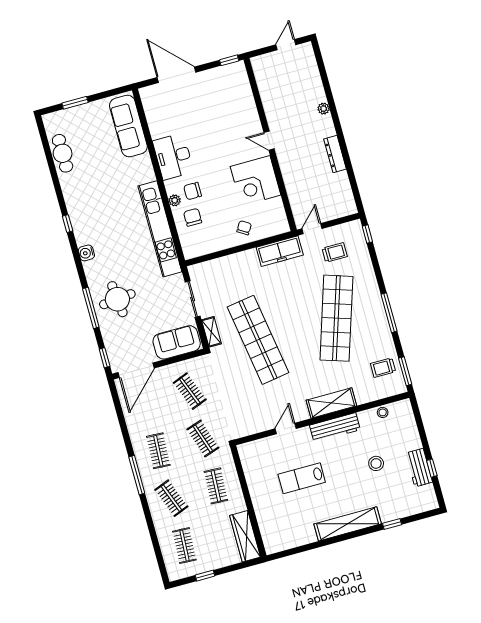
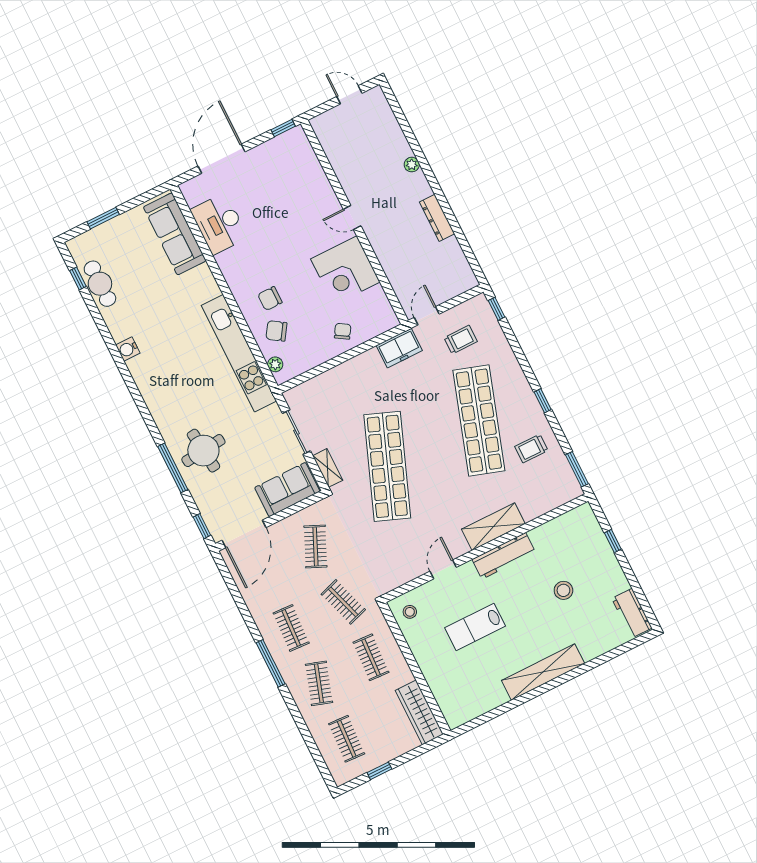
door: (286, 45) -> (349, 95), hinge flipped
door: (176, 75) -> (222, 159), hinge flipped
desk: (173, 156) -> (219, 224), moved
plant: (175, 200) -> (275, 364), moved
chair: (193, 217) -> (276, 331), turned -57
window: (68, 224) -> (78, 279), moved
freezer: (280, 251) -> (399, 348), width x0.71
water cooler: (86, 253) -> (128, 349), moved
window: (389, 313) -> (543, 401), width x0.46
shop shelf: (258, 340) -> (387, 466), turned 30
trolley: (383, 368) -> (531, 449), moved
clothes rail: (190, 391) -> (315, 547), turned 45
stool: (383, 412) -> (410, 612), moved
workbench: (419, 468) -> (632, 613), moved
window: (432, 468) -> (613, 541), moved
clothes rail: (171, 498) -> (319, 683), turned 39
window: (392, 524) -> (598, 661), removed

